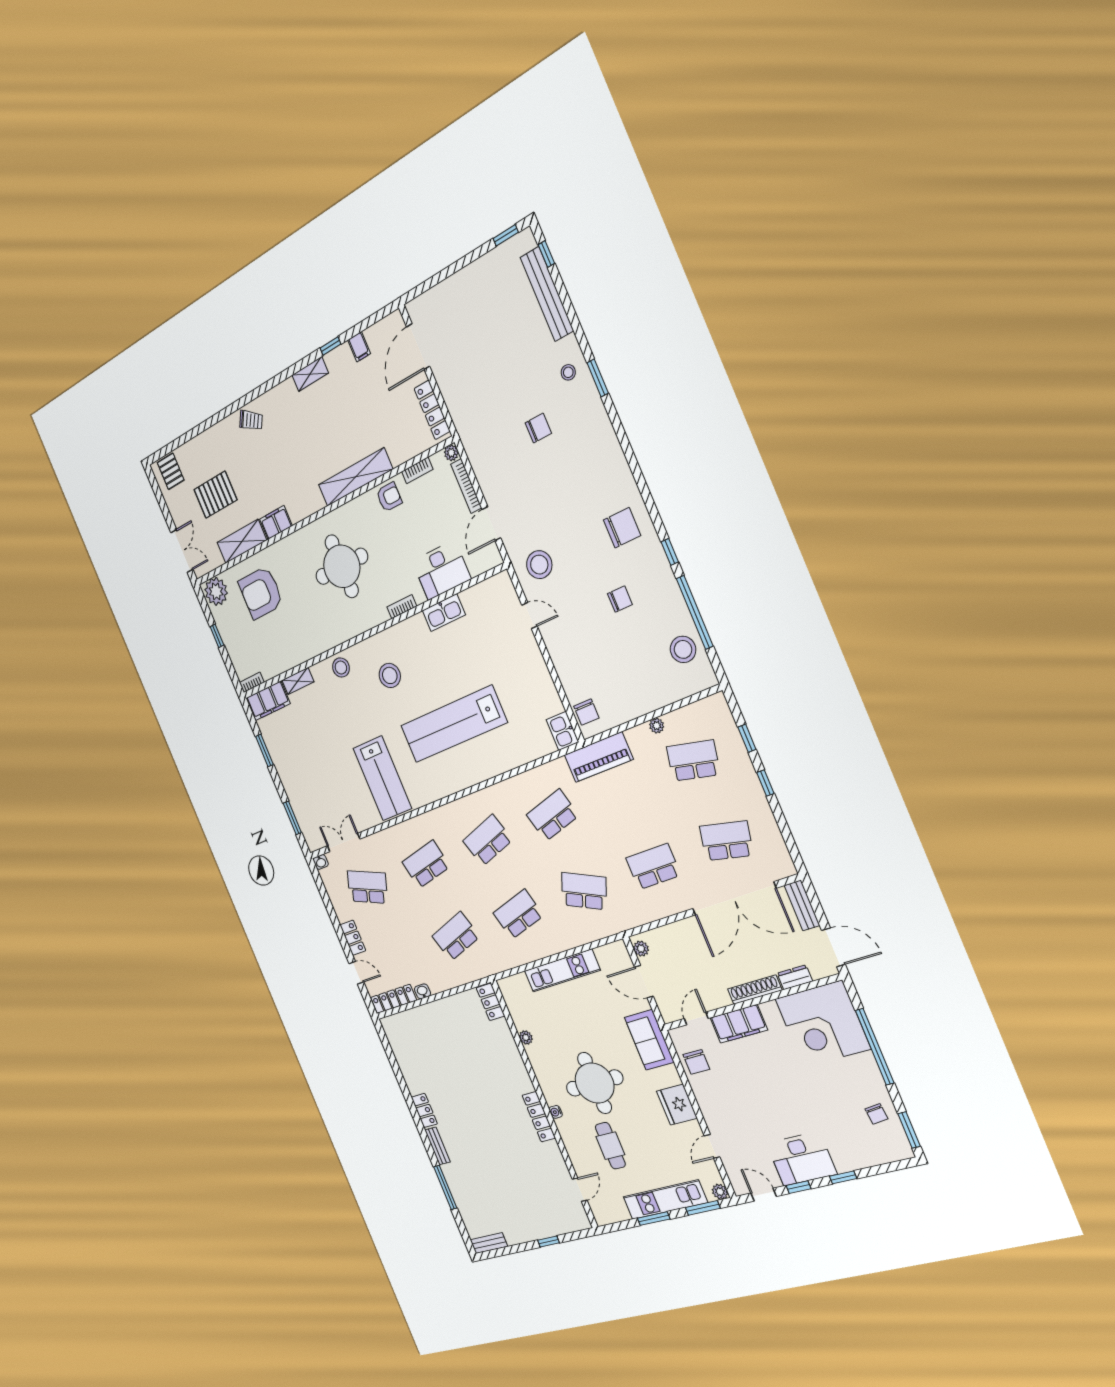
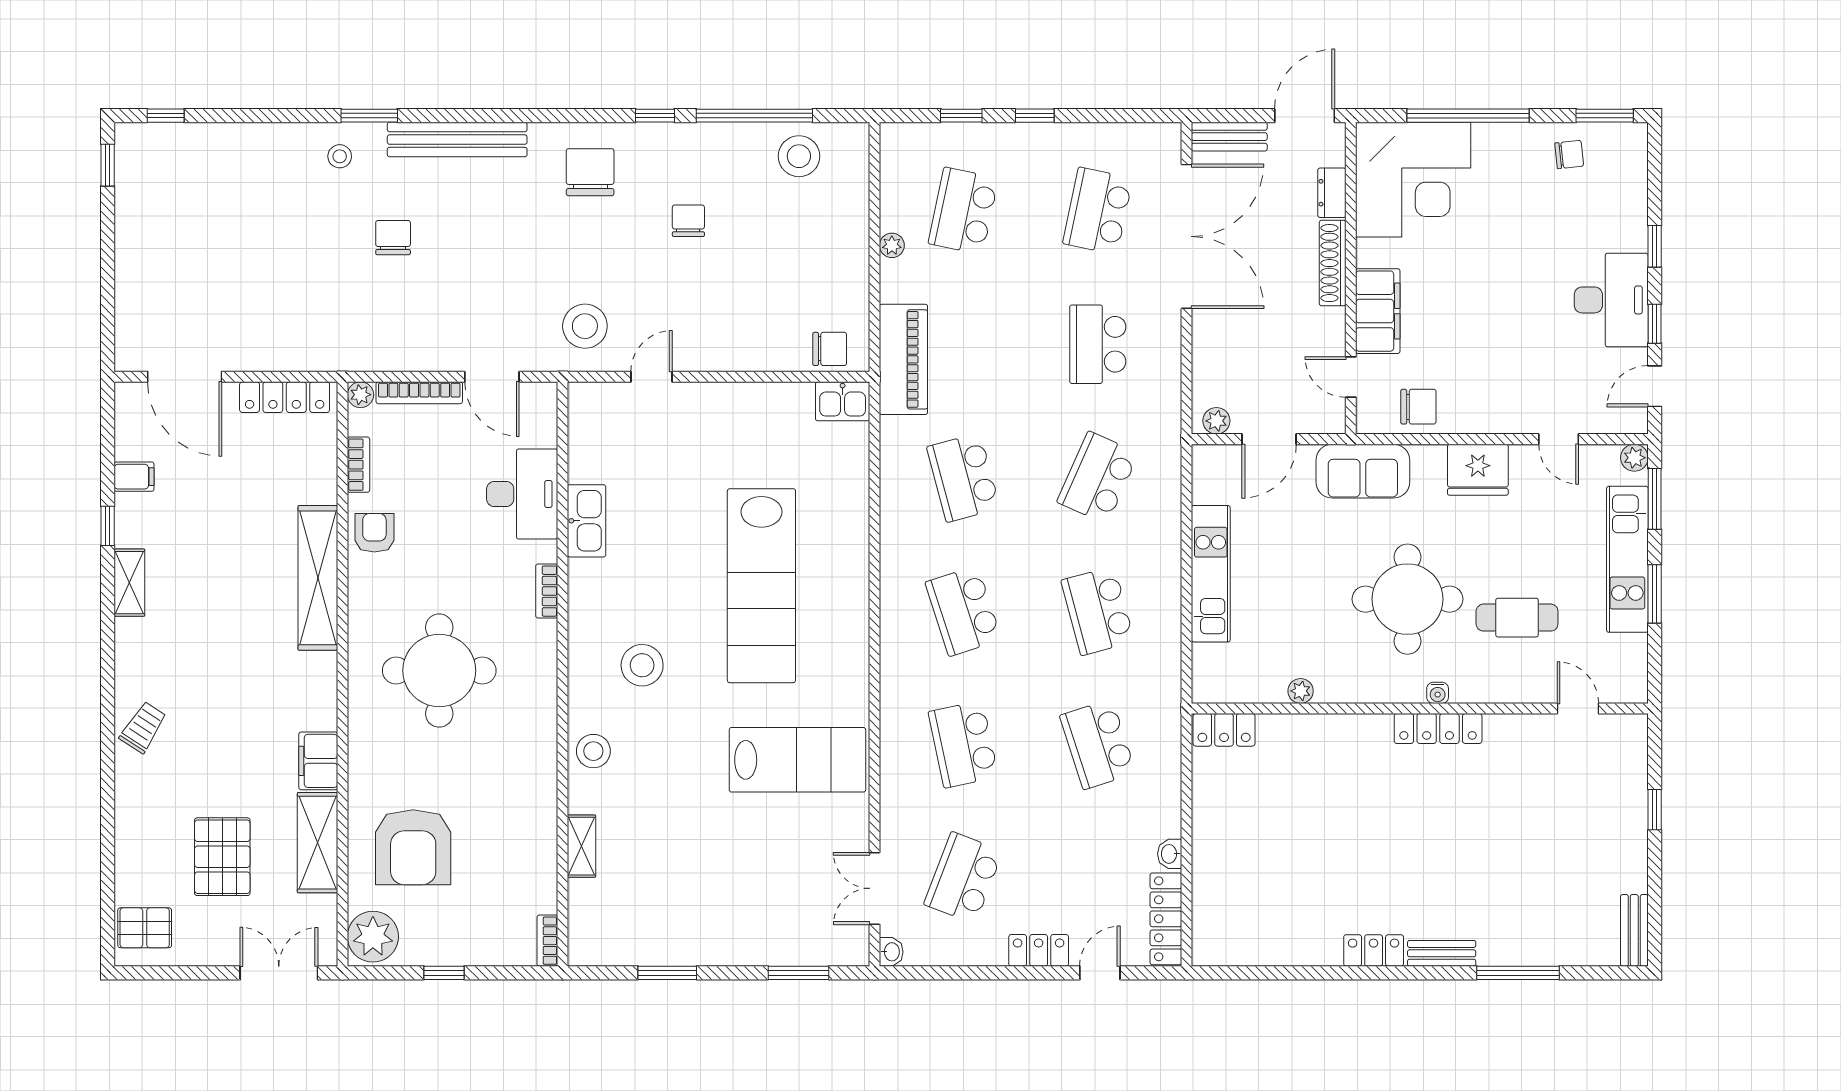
bench: (547, 294) -> (457, 140), moved
filing cabinet: (268, 701) -> (590, 923), removed

